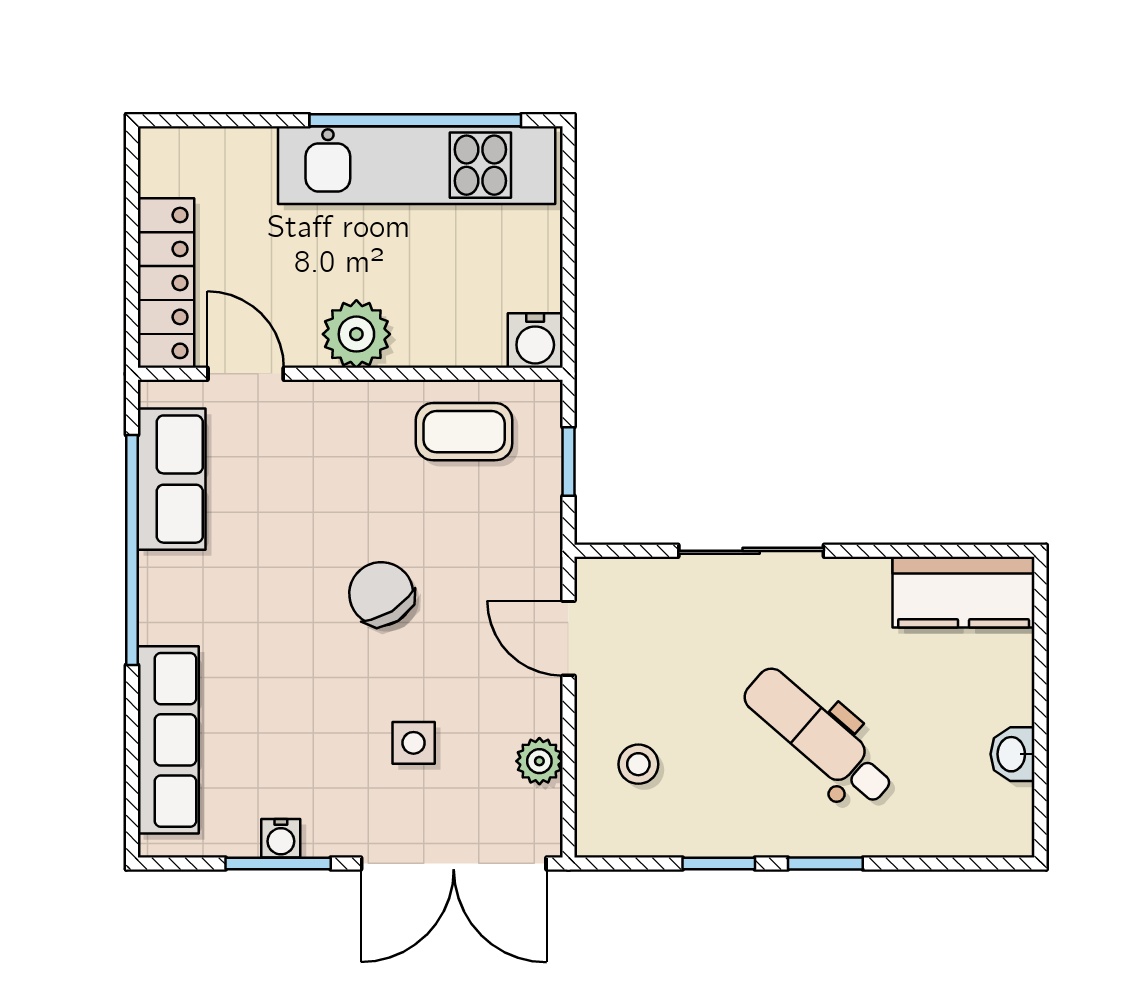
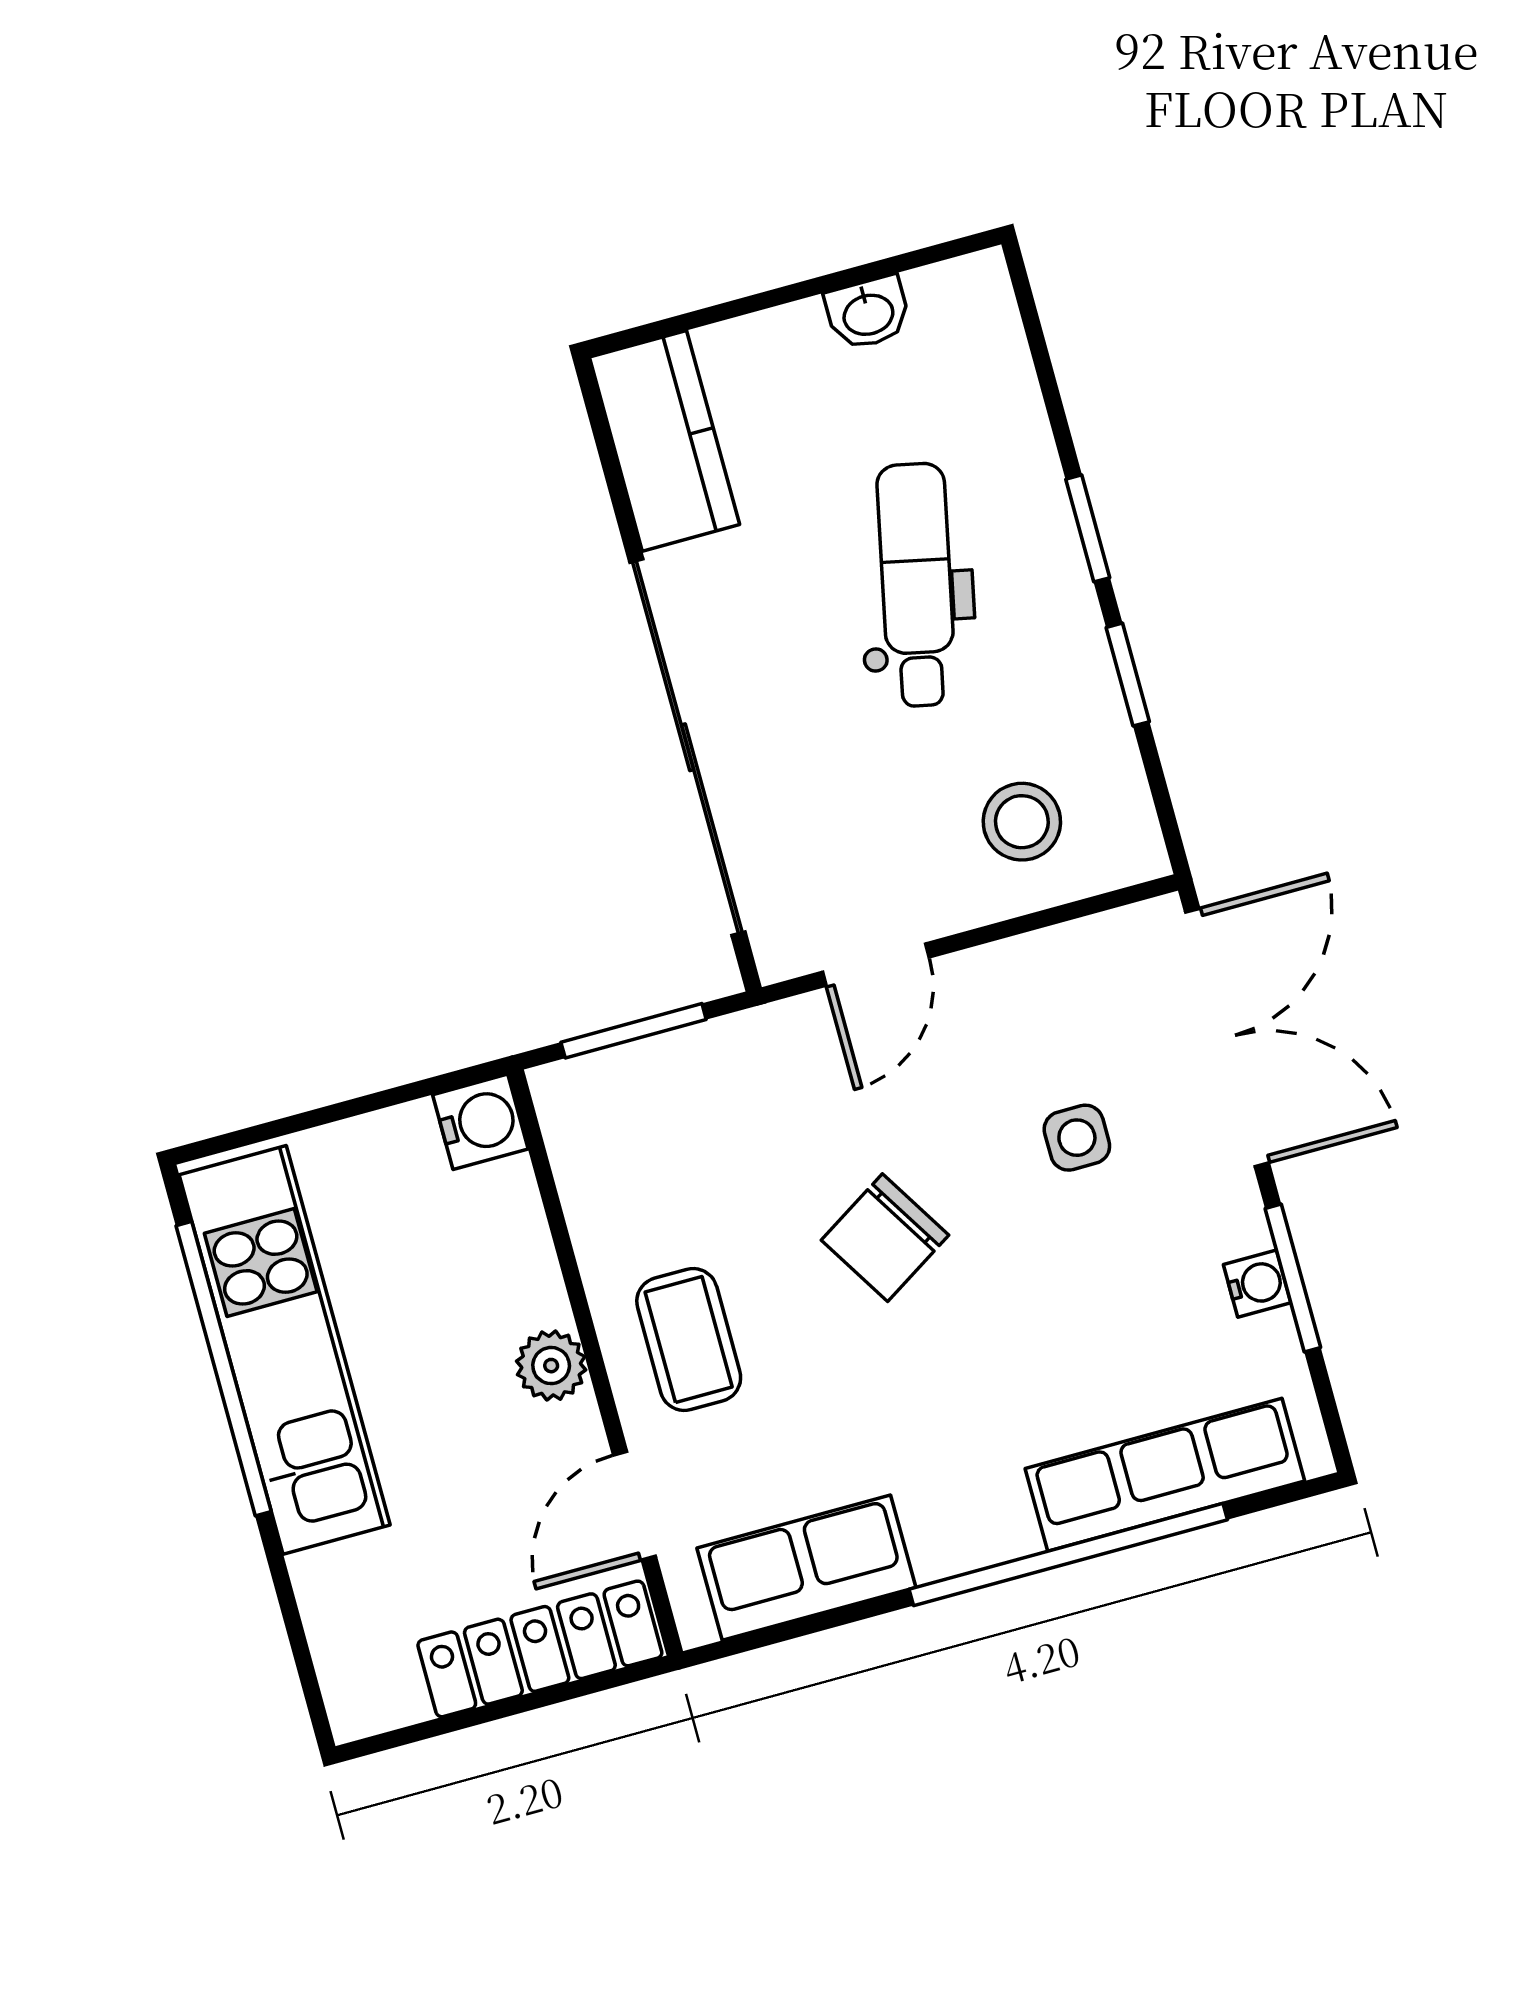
plant: (356, 334) -> (551, 1366), width x0.73, depth x0.73
coffee table: (464, 432) -> (689, 1340), moved
window: (568, 462) -> (634, 1031), width x1.50
window: (132, 550) -> (1068, 1554), moved
sliding door: (751, 551) -> (687, 747), width x1.86
dental chair: (819, 737) -> (916, 585), turned 151
plant: (539, 761) -> (1055, 958), removed
stool: (638, 764) -> (1022, 822), width x1.37, depth x1.37

